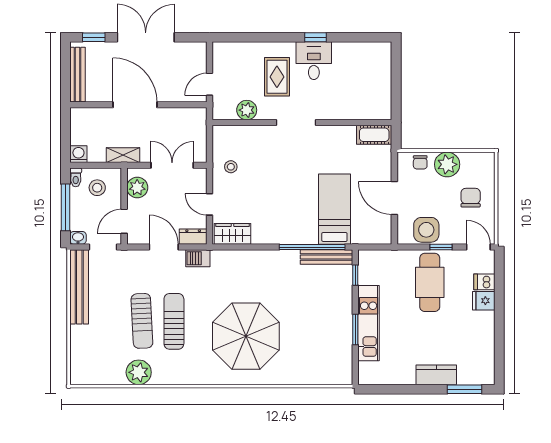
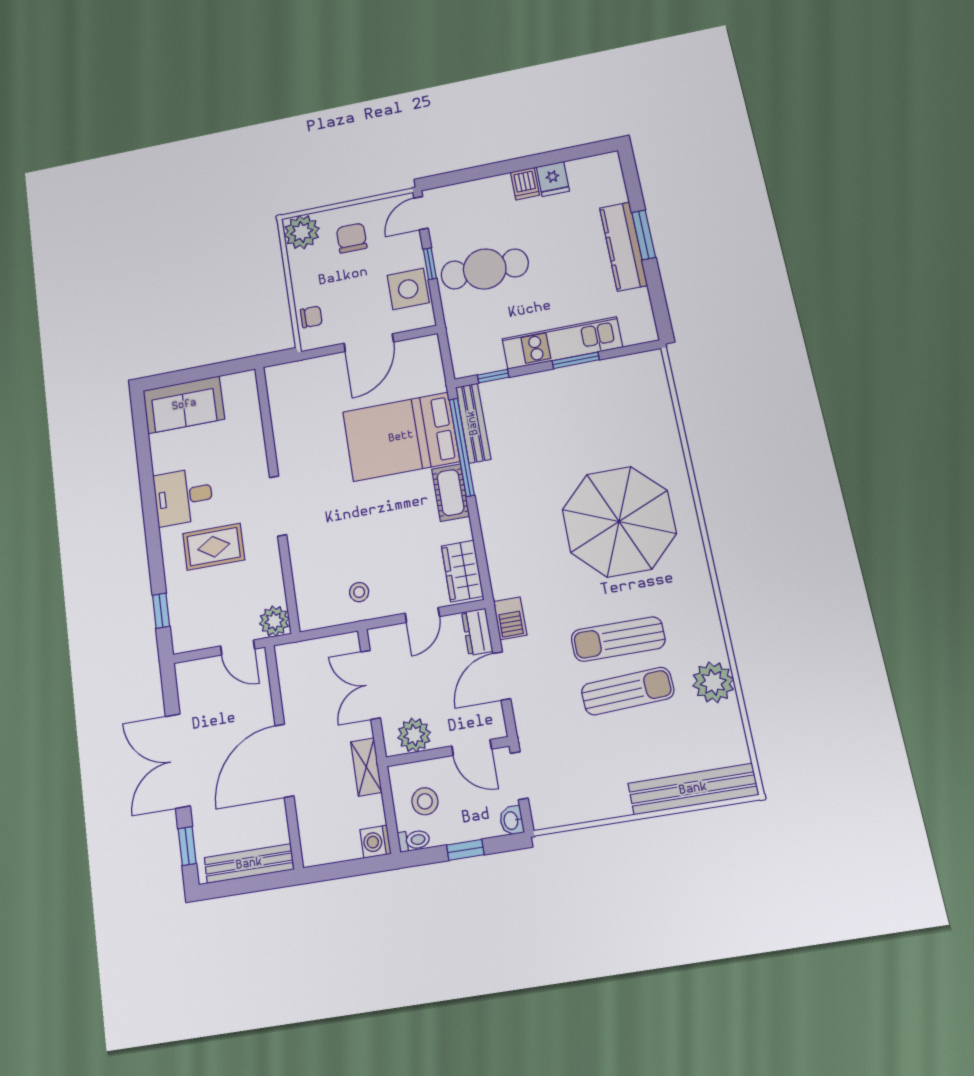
window: (315, 37) -> (161, 611), moved
sofa: (376, 68) -> (184, 405), added
plant: (247, 110) -> (274, 621), moved
cot: (374, 135) -> (451, 493), moved
plant: (447, 164) -> (302, 232), moved
chair: (471, 198) -> (352, 238), turned 90
window: (65, 207) -> (465, 850), width x0.46
bed: (334, 209) -> (401, 437), width x1.50
dishwasher: (484, 282) -> (525, 184), moved
bench: (79, 287) -> (693, 789), moved
fridge: (484, 301) -> (553, 179), moved
kitchen counter: (436, 375) -> (623, 246), width x1.50
window: (465, 389) -> (644, 235), moved

